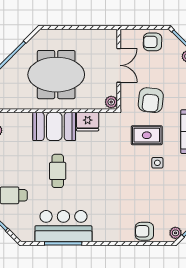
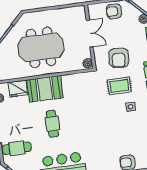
fridge: (88, 122) -> (18, 89), moved

